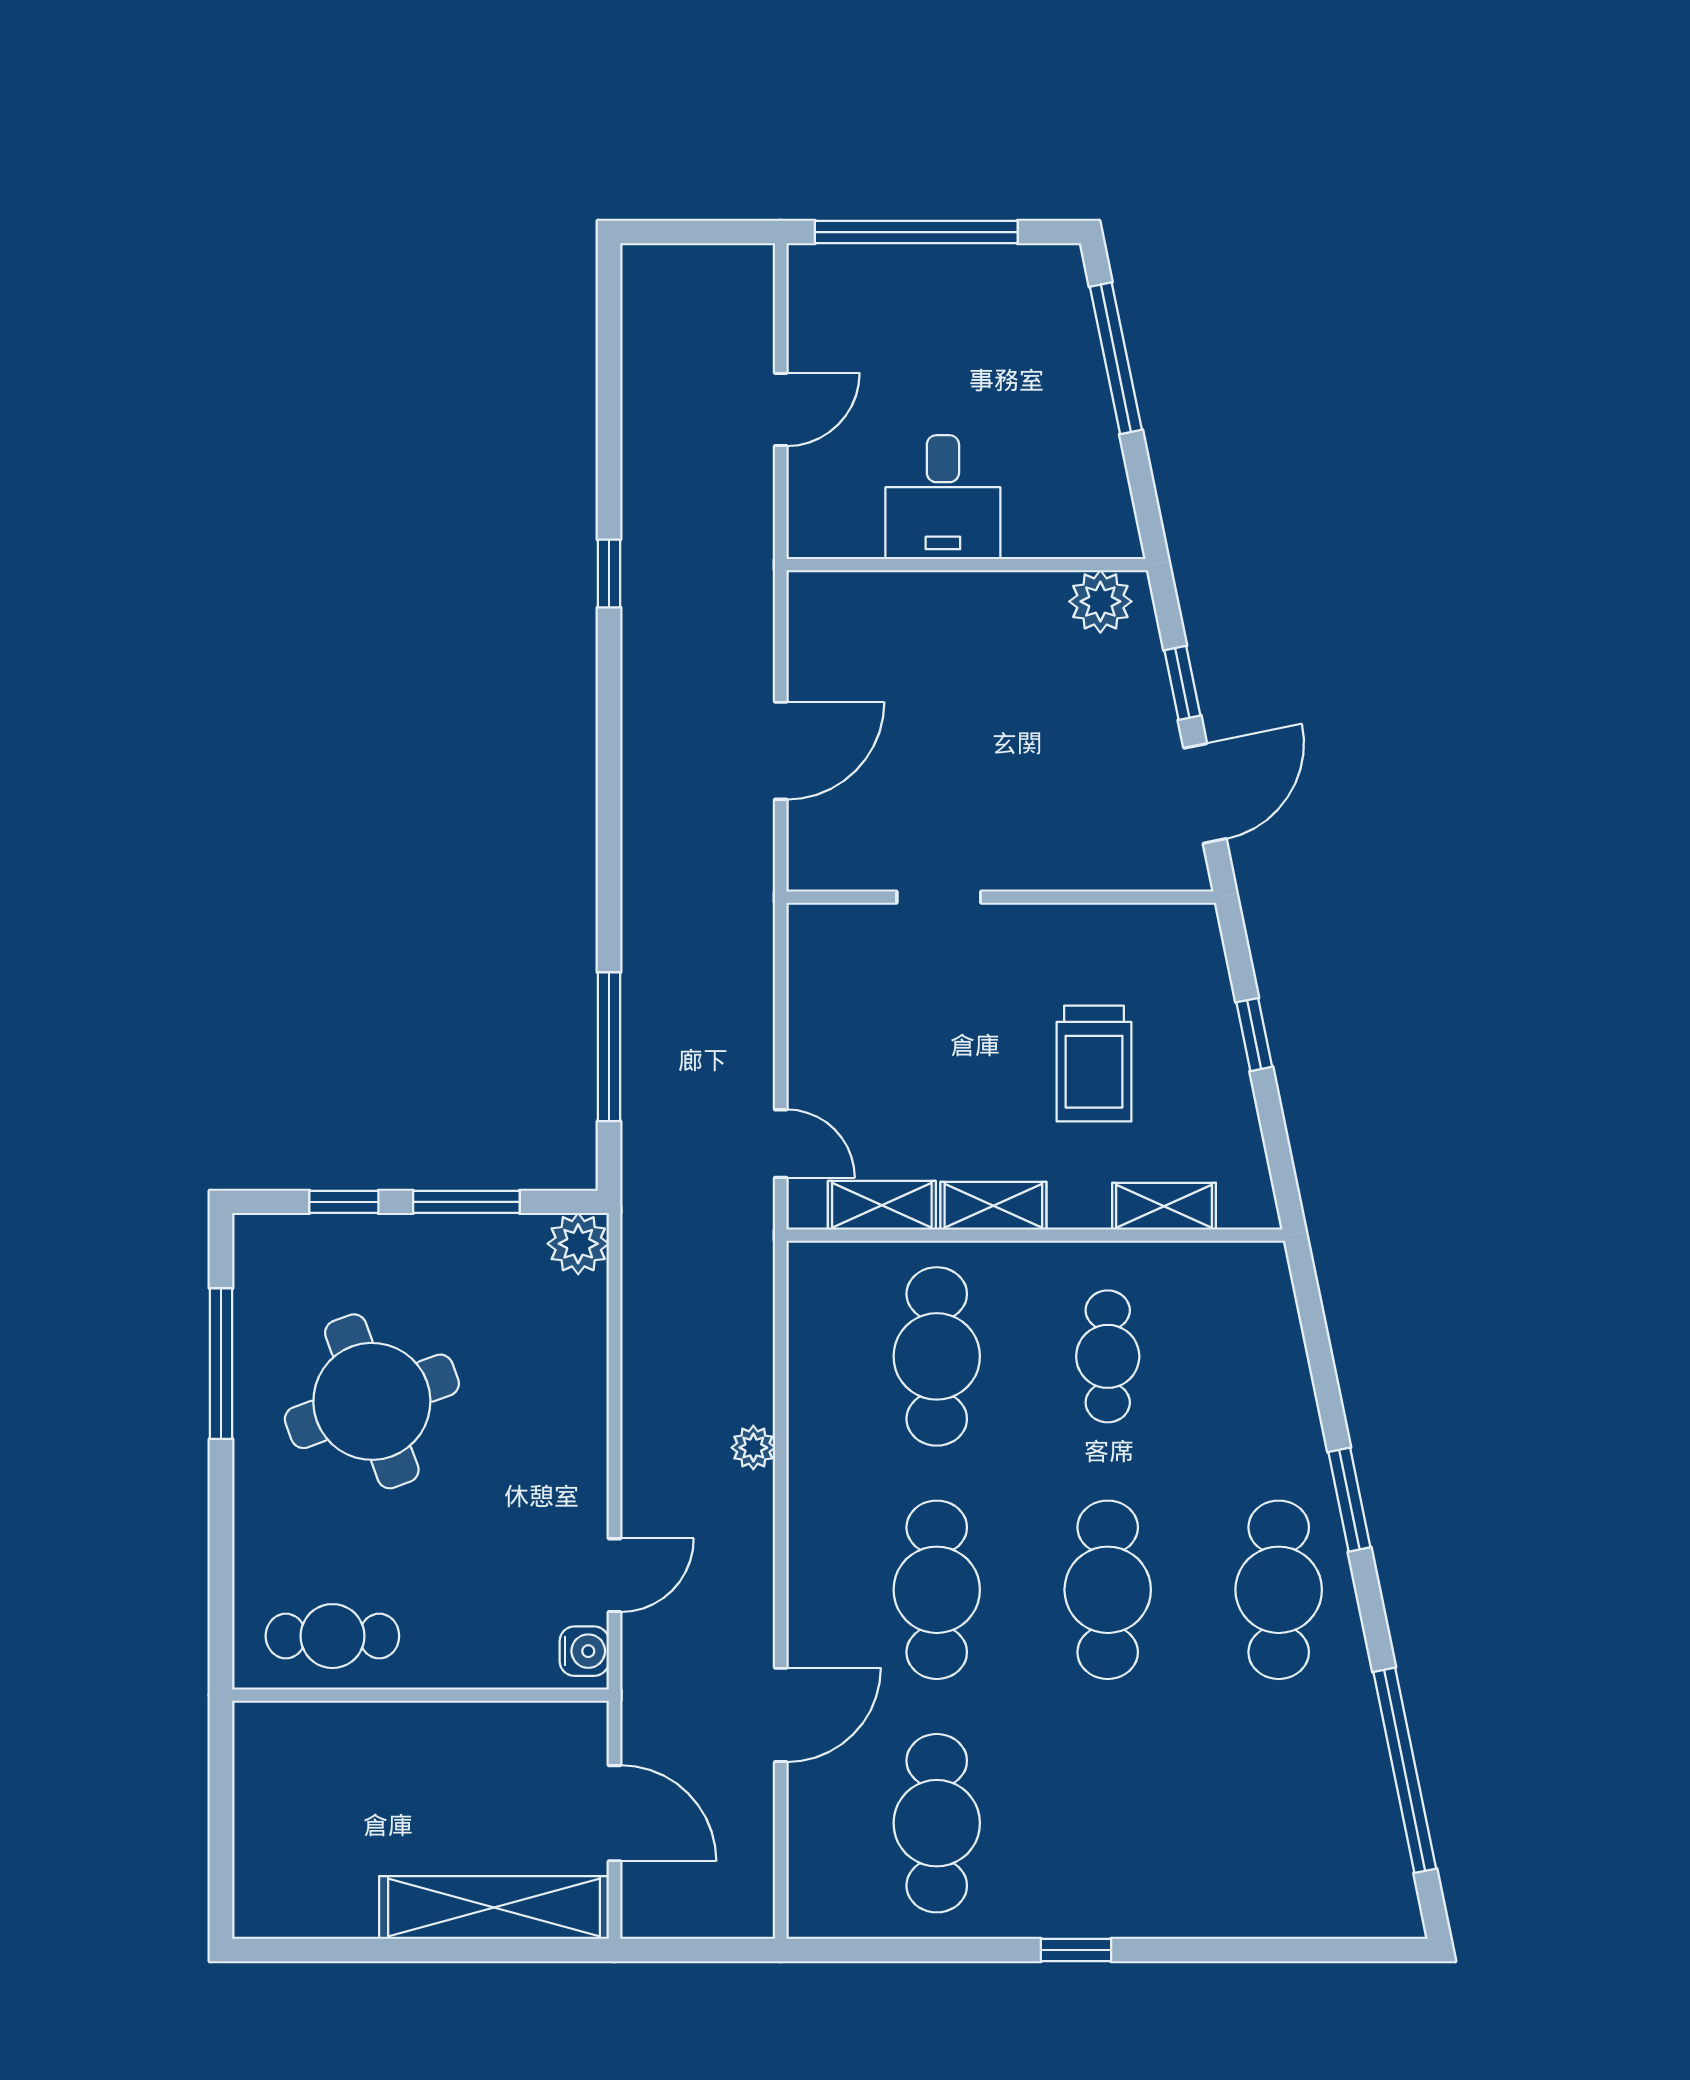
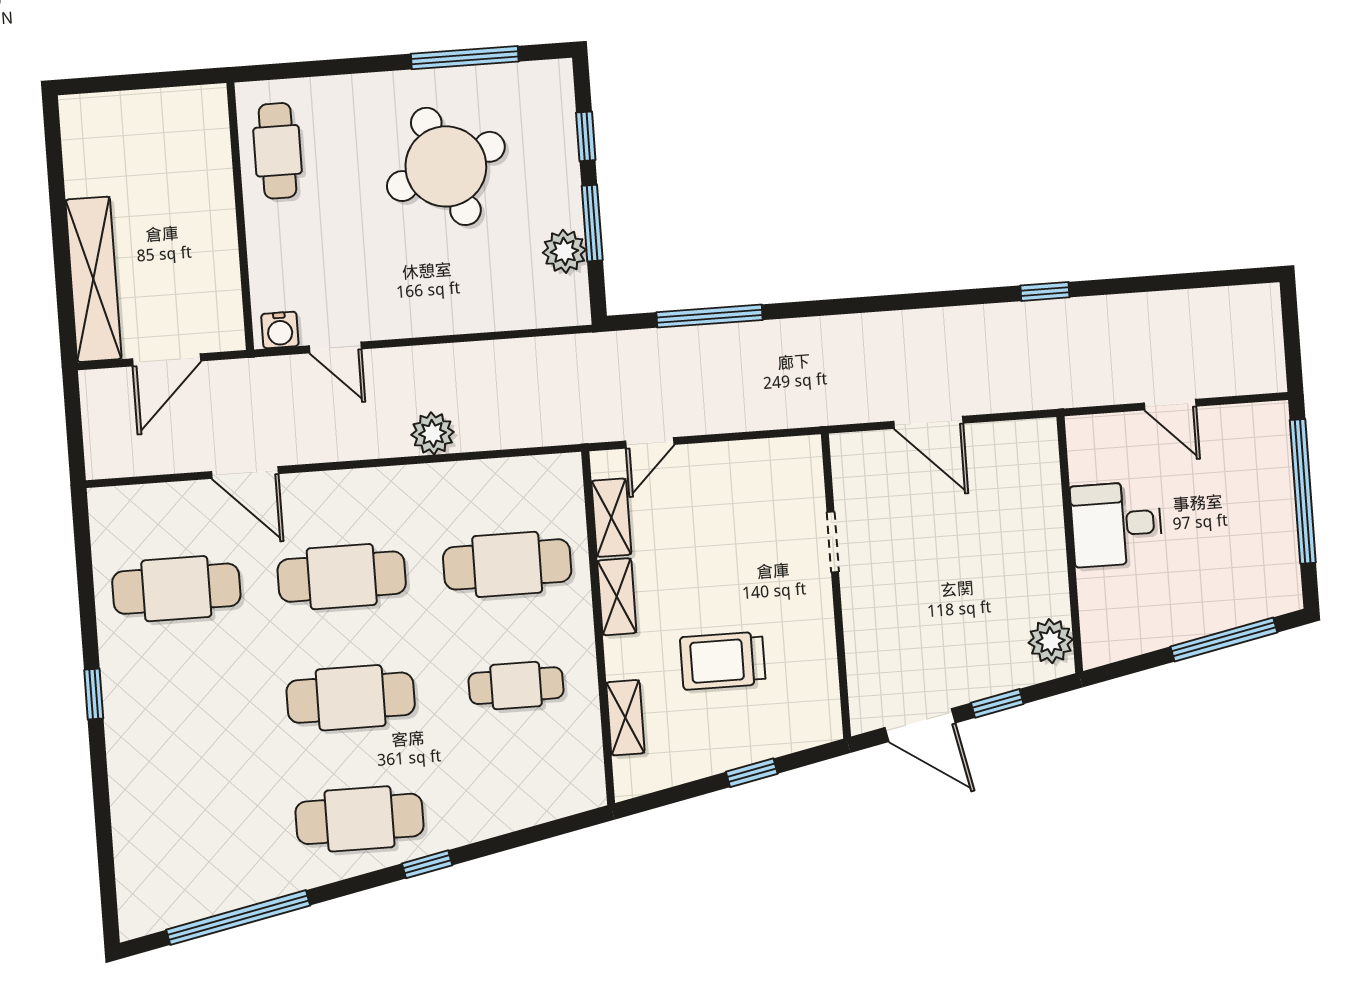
plant: (578, 1244) -> (564, 251), moved
plant: (753, 1448) -> (433, 433), width x1.38, depth x1.38
window: (1349, 1500) -> (427, 864), width x0.67

